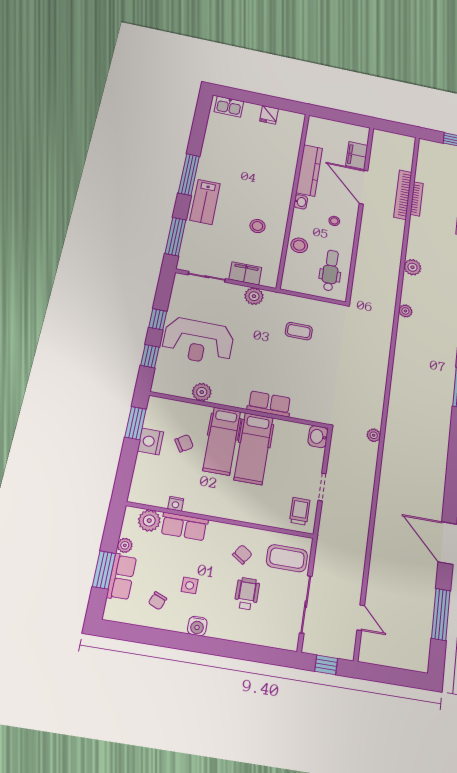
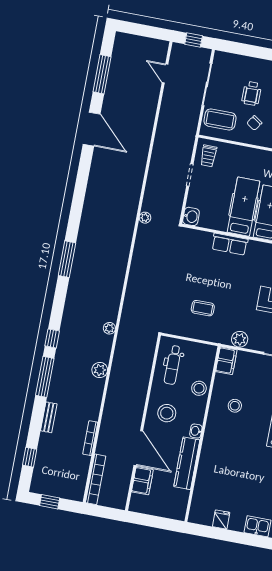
bookcase: (403, 195) -> (96, 479), moved
stool: (334, 221) -> (167, 413), width x1.89, depth x1.89
filing cabinet: (245, 273) -> (226, 361), moved, turned -90

